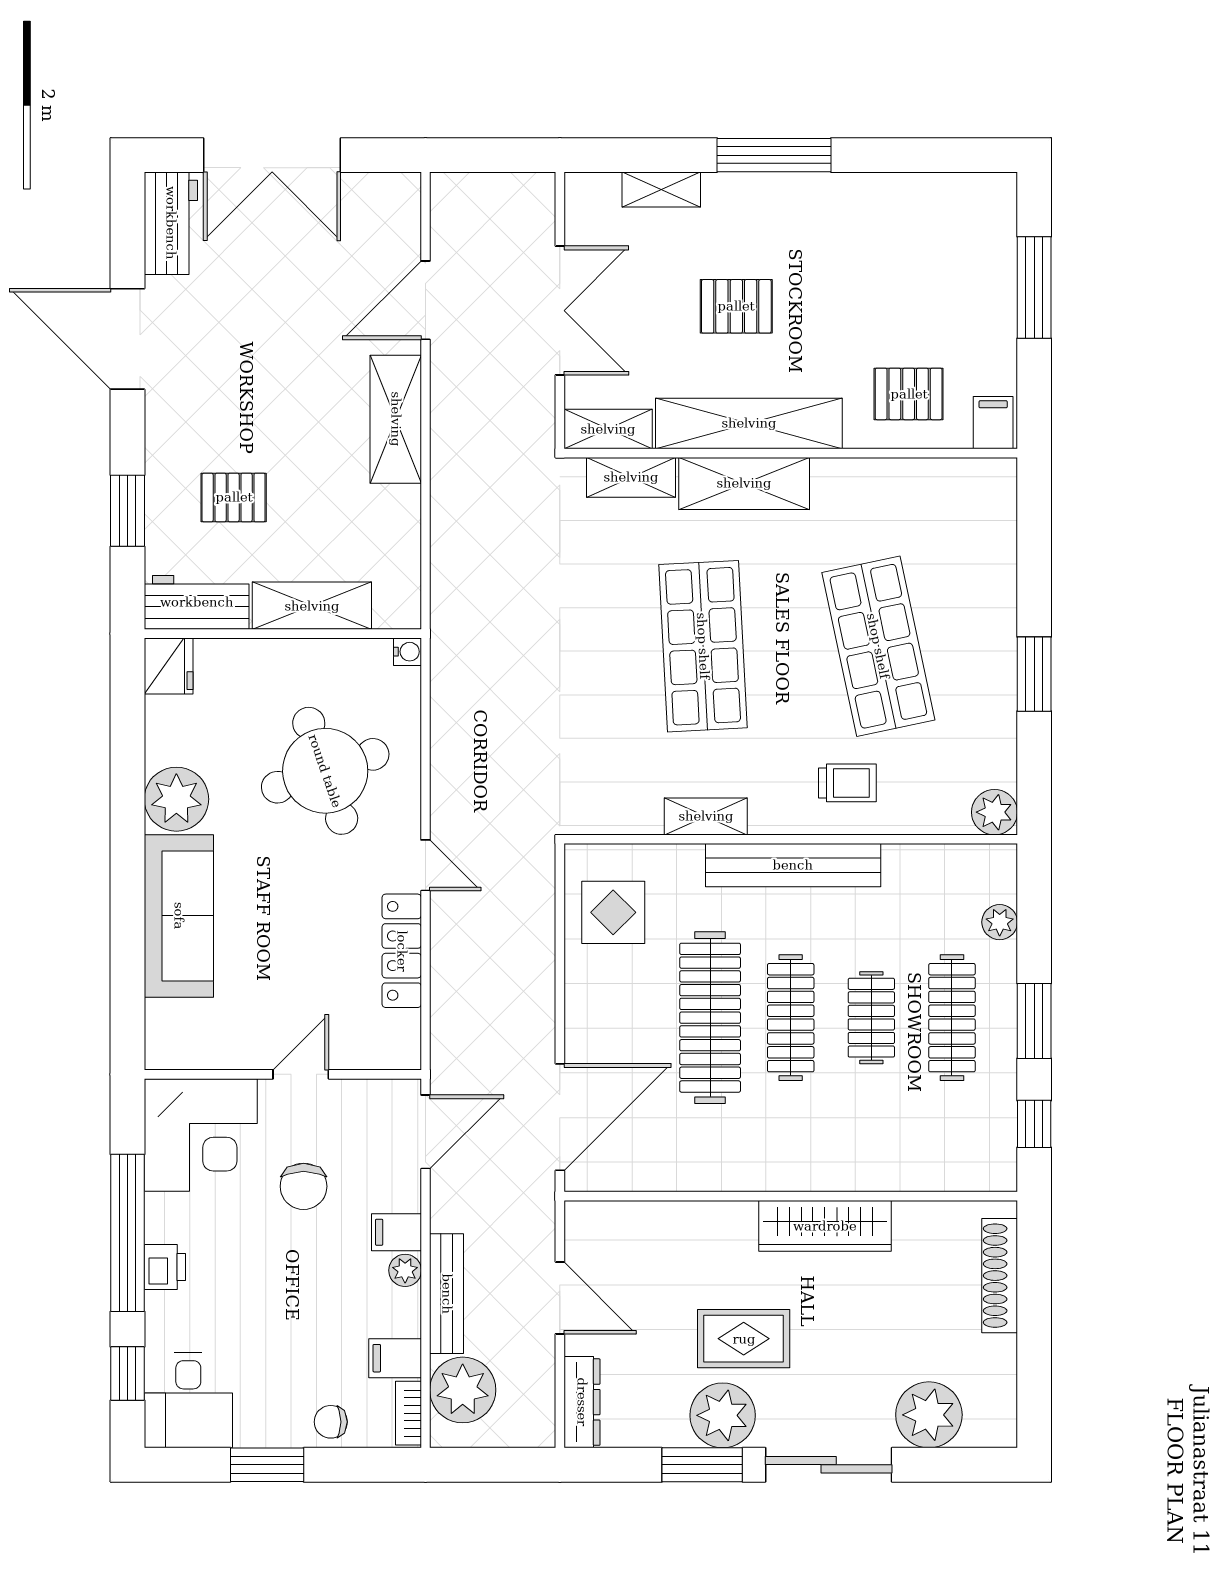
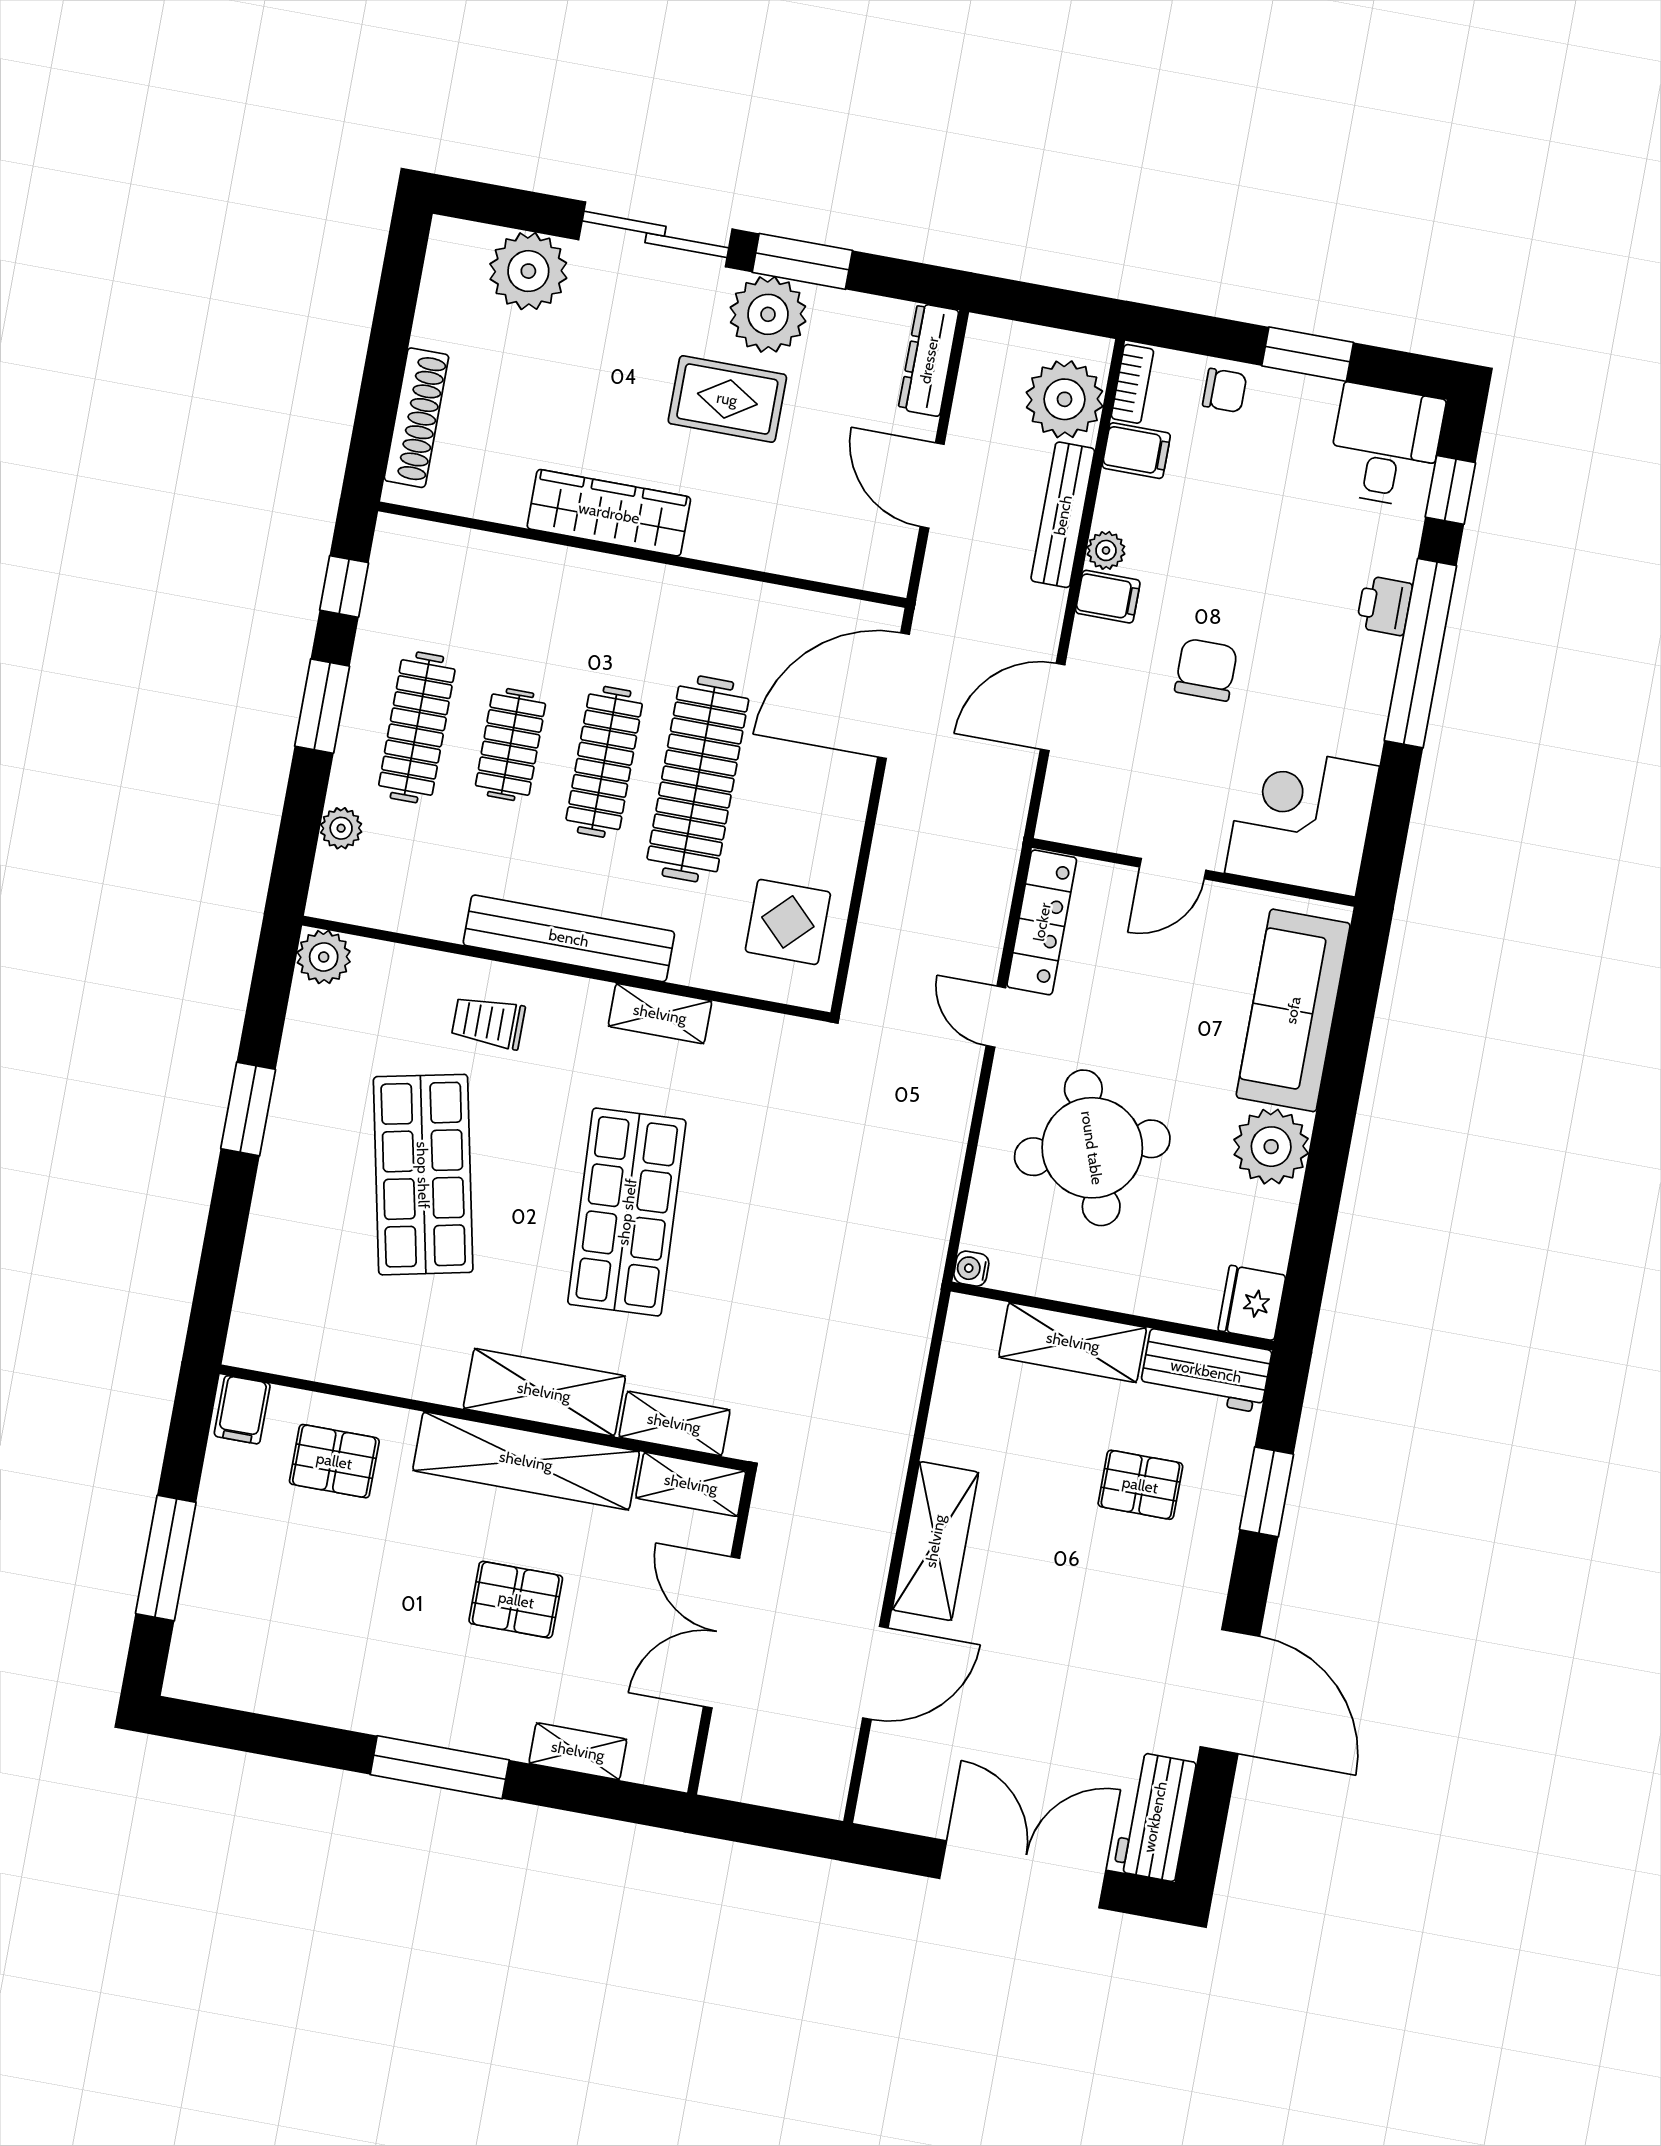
wall: (283, 1074) -> (1194, 872), moved
door: (301, 1074) -> (1173, 869), moved
corner desk: (201, 1135) -> (1302, 820), moved

